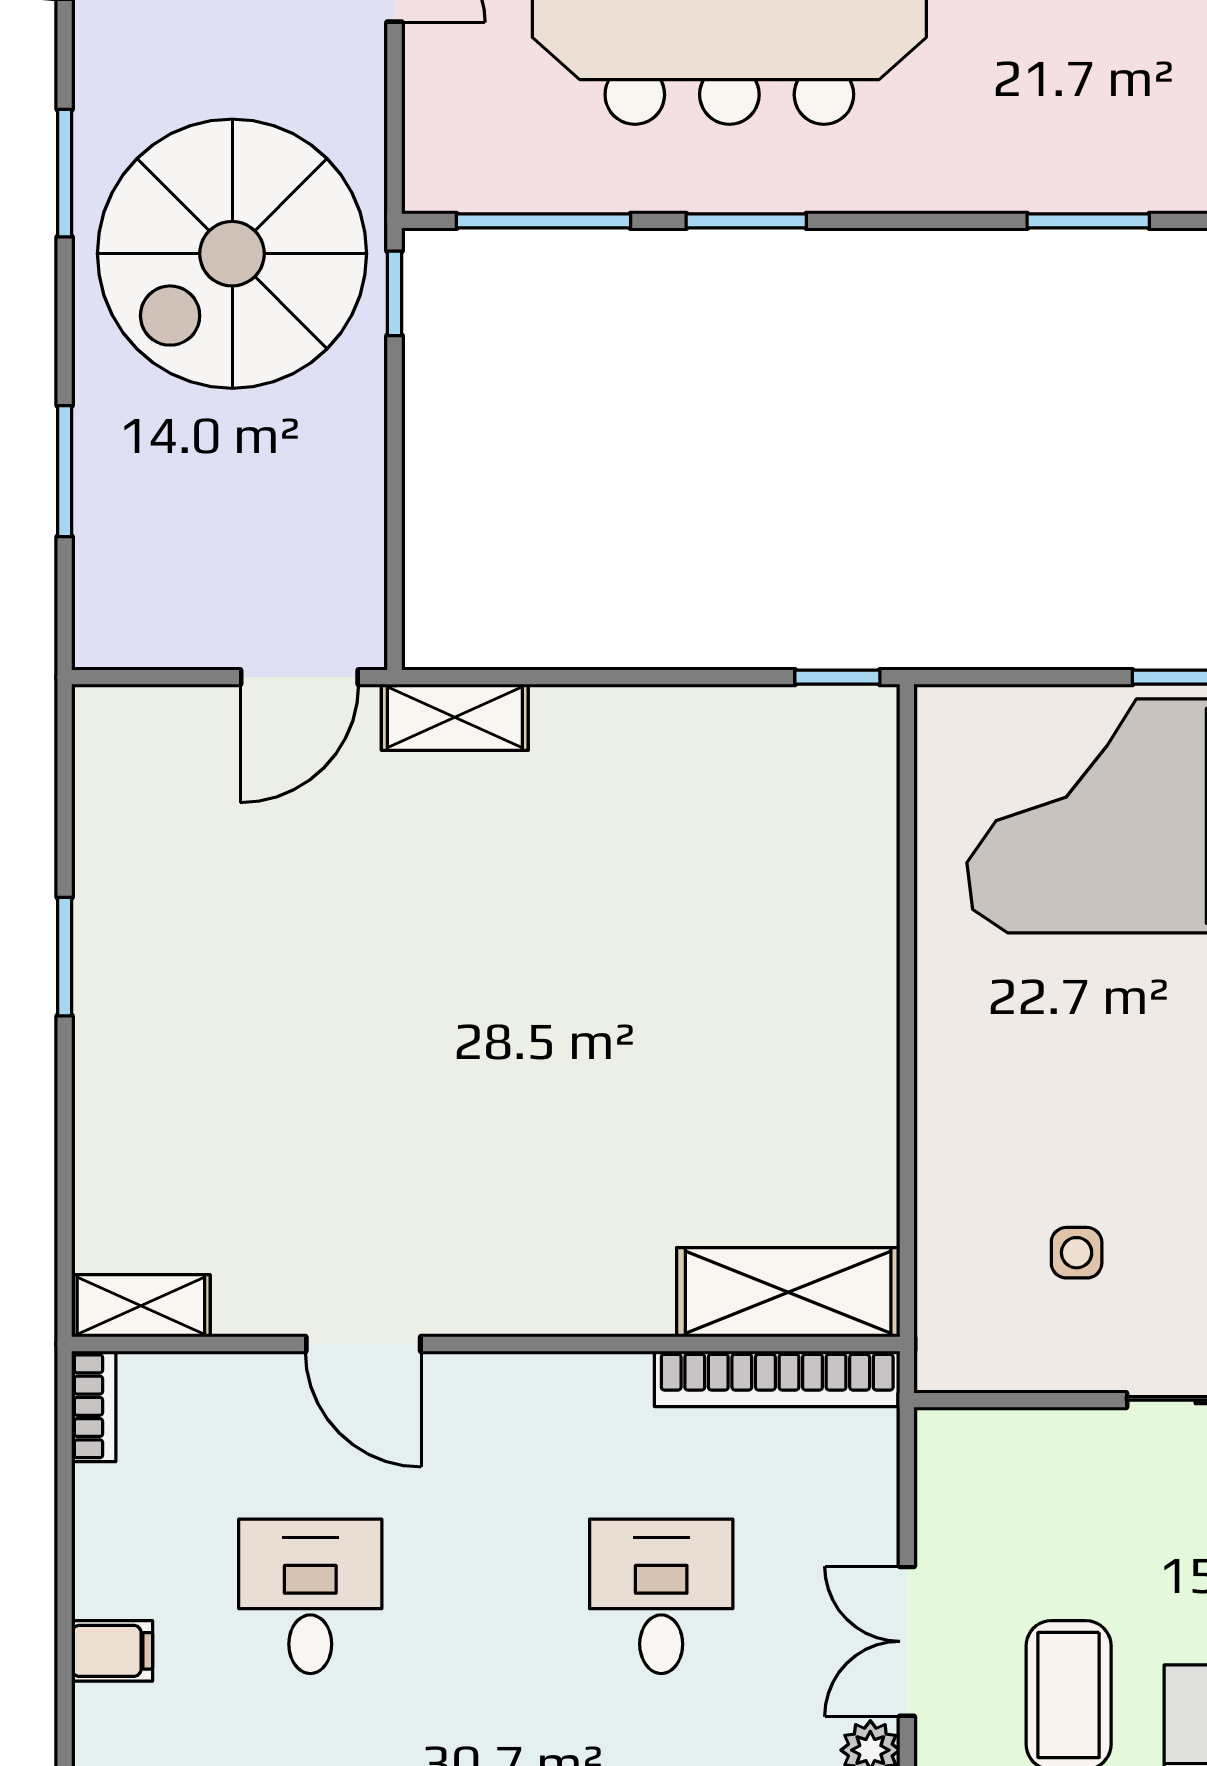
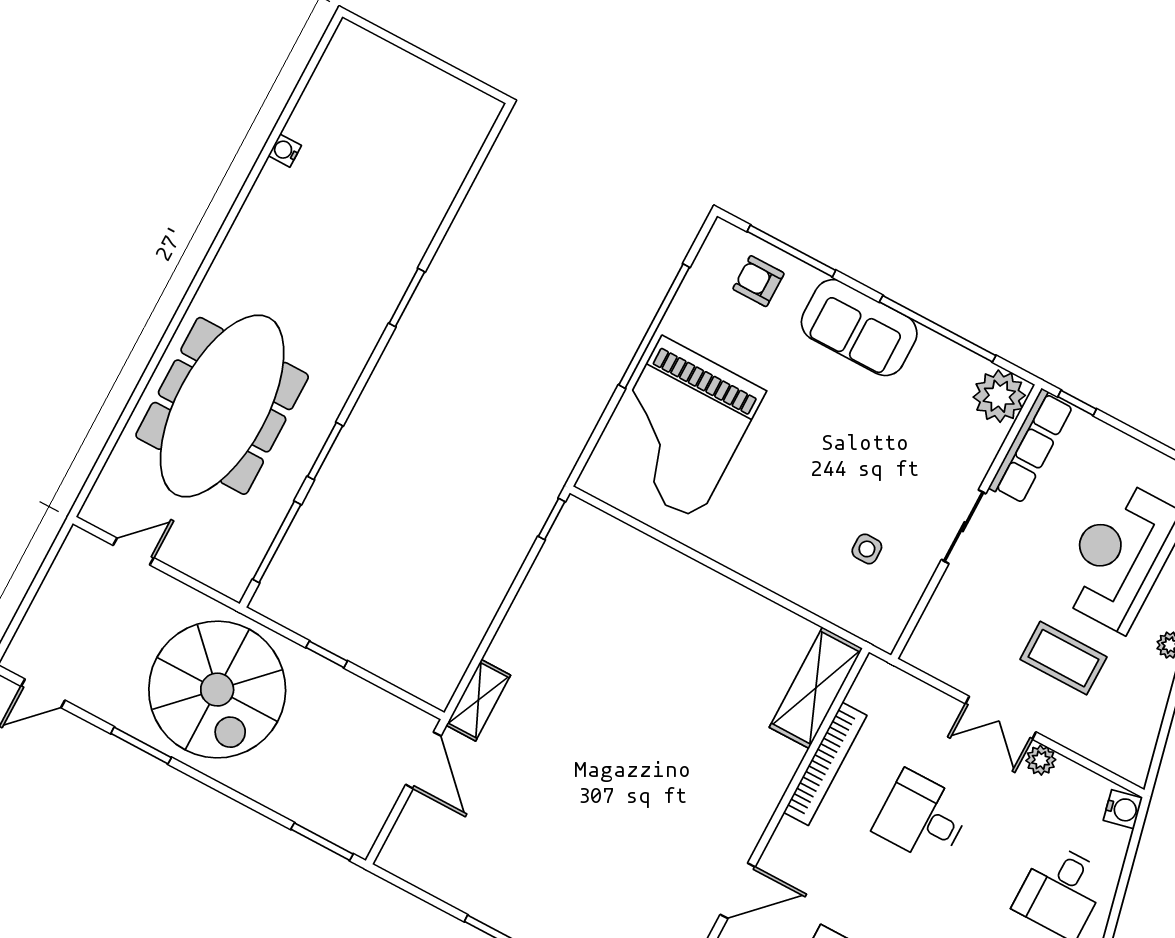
window: (394, 293) -> (327, 654), moved
window: (65, 471) -> (322, 842), moved
bookcase: (777, 1379) -> (825, 764), moved

